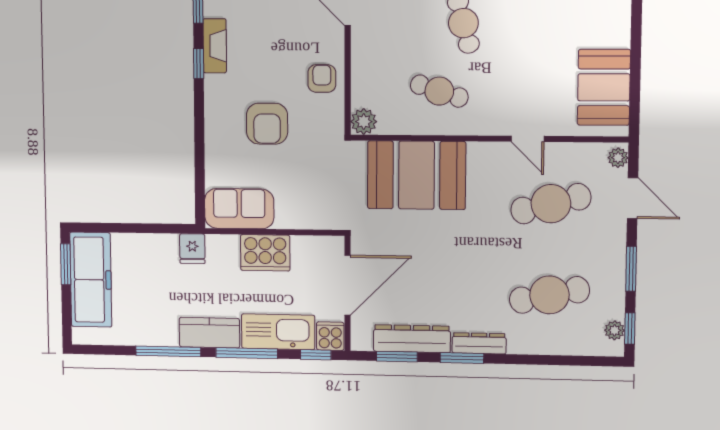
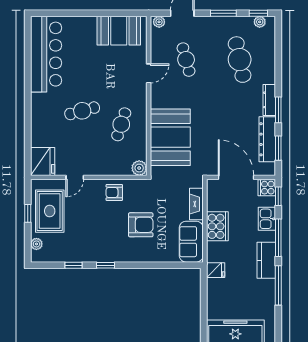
fireplace: (215, 46) -> (196, 204), moved, turned -90
cafe table: (551, 204) -> (186, 60), width x0.73, depth x0.74
kitchen sink: (278, 332) -> (267, 219), width x0.53, depth x0.81

